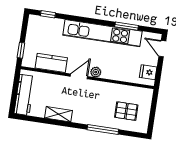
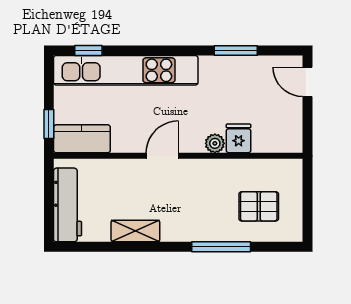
kitchen unit: (102, 33) -> (126, 70), moved
kitchen counter: (51, 63) -> (82, 139), moved
plant: (96, 72) -> (215, 143), moved
fridge: (148, 72) -> (239, 138), moved, turned 90

